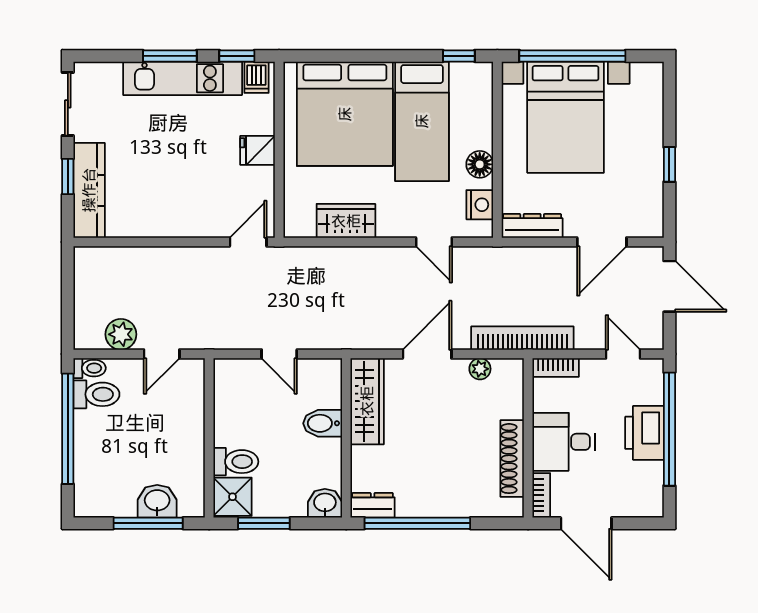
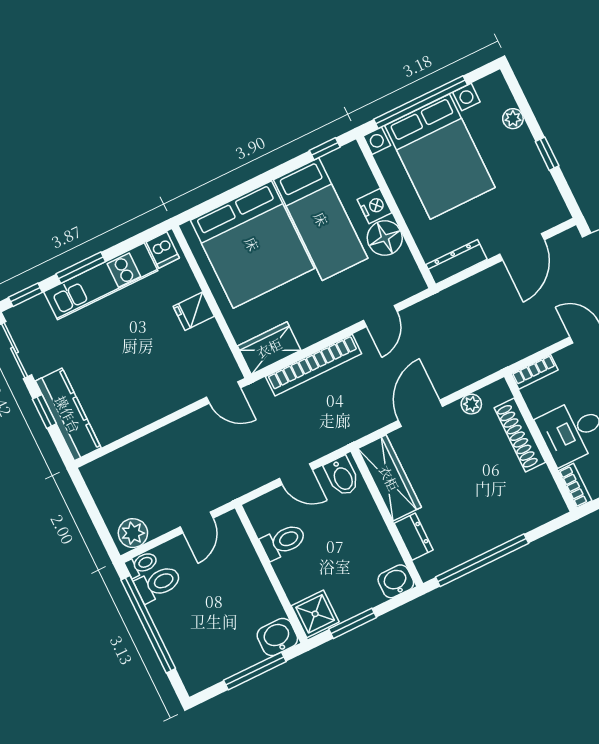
window: (237, 56) -> (25, 295), moved
plant: (653, 115) -> (513, 119), added
floor lamp: (480, 164) -> (385, 238), width x1.38, depth x1.38
nightstand: (480, 205) -> (375, 206), moved
wardrobe: (346, 221) -> (269, 348), moved
door: (248, 242) -> (224, 393), swing flipped
door: (434, 242) -> (380, 316), hinge flipped
plant: (121, 334) -> (133, 533), moved
bookcase: (522, 338) -> (314, 365), moved, turned 180
bidet: (323, 423) -> (342, 476), moved, turned -90
shoe rack: (512, 459) -> (520, 435), moved
toilet: (236, 462) -> (283, 541), moved
washbasin: (157, 501) -> (277, 637), moved
dresser: (373, 505) -> (414, 537), moved, turned 90

